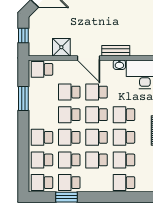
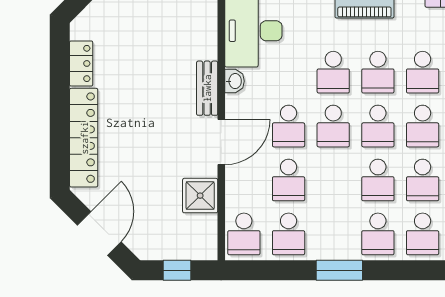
window: (23, 99) -> (339, 270), moved
school desk: (69, 115) -> (289, 234), moved

